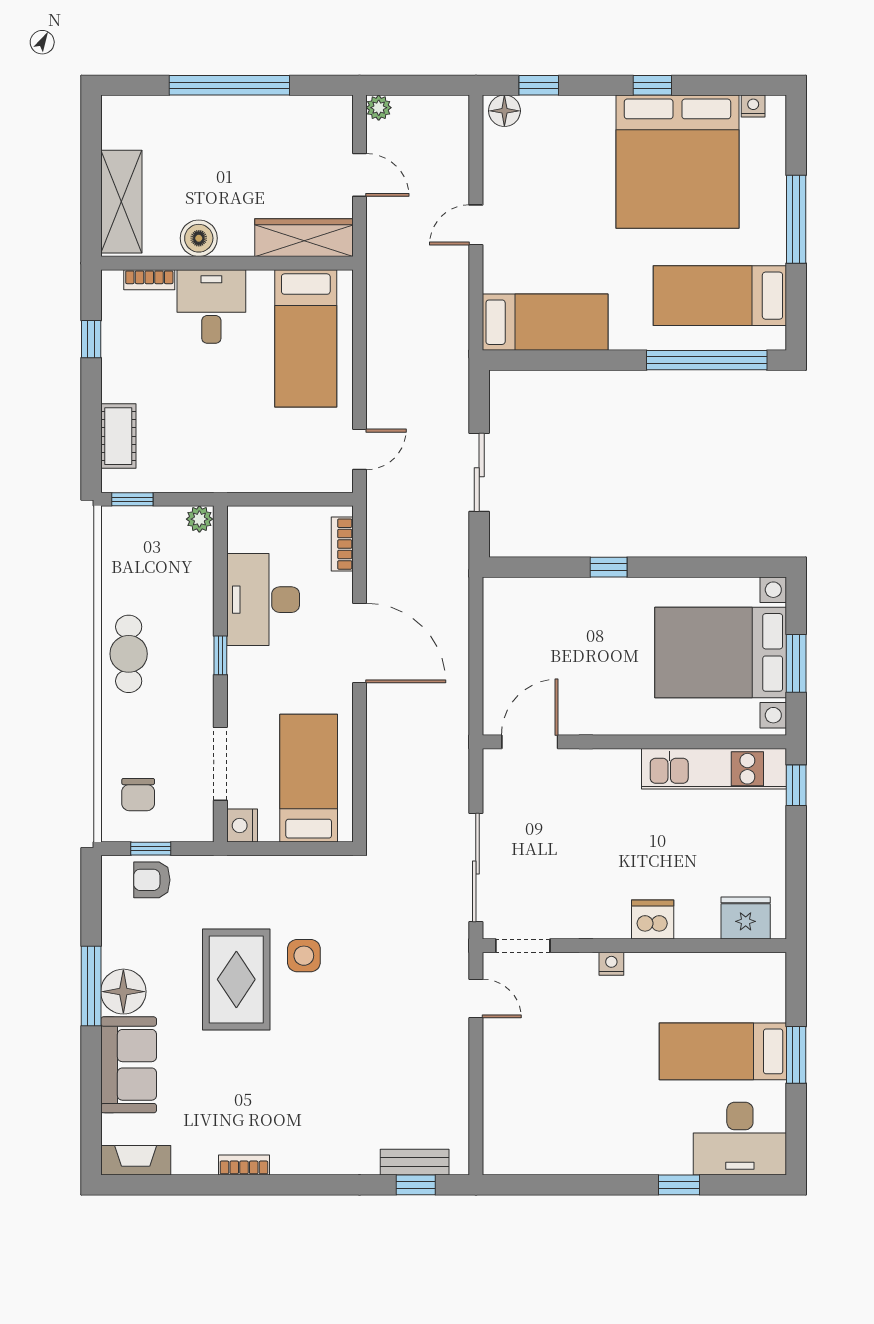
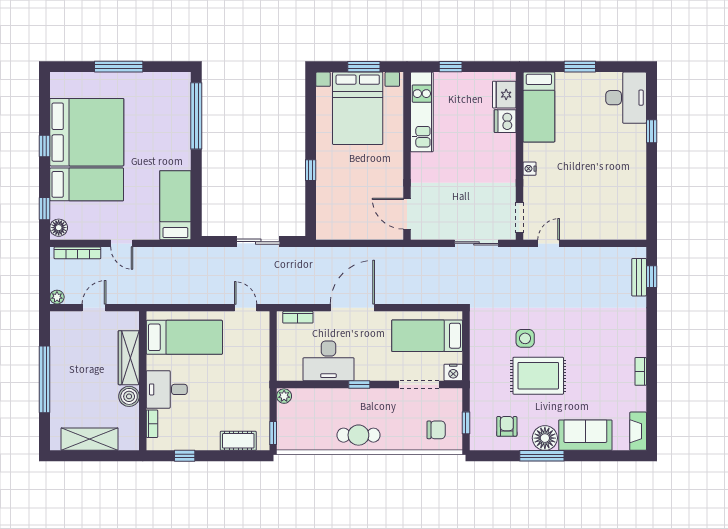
nightstand: (753, 106) -> (56, 90), removed
bookcase: (459, 145) -> (77, 253), added
shelving: (121, 202) -> (90, 439), moved
wardrobe: (304, 238) -> (129, 358), moved
bed: (720, 296) -> (87, 184), moved, turned -90
window: (796, 785) -> (451, 67), moved
sliding door: (476, 867) -> (476, 243), width x0.73
armchair: (152, 880) -> (507, 426), moved, turned 180
dishwasher: (653, 919) -> (505, 121), moved
bed: (723, 1051) -> (539, 107), moved

